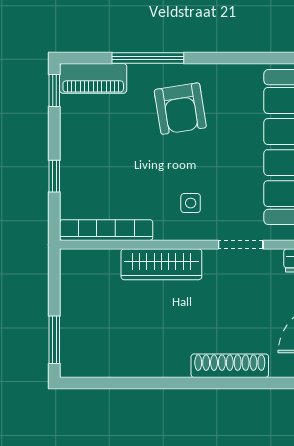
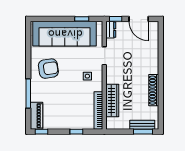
armchair: (180, 109) -> (48, 69), moved
wardrobe: (161, 264) -> (112, 101), moved
bench: (71, 338) -> (142, 125), added
shoe rack: (230, 366) -> (154, 90), moved

